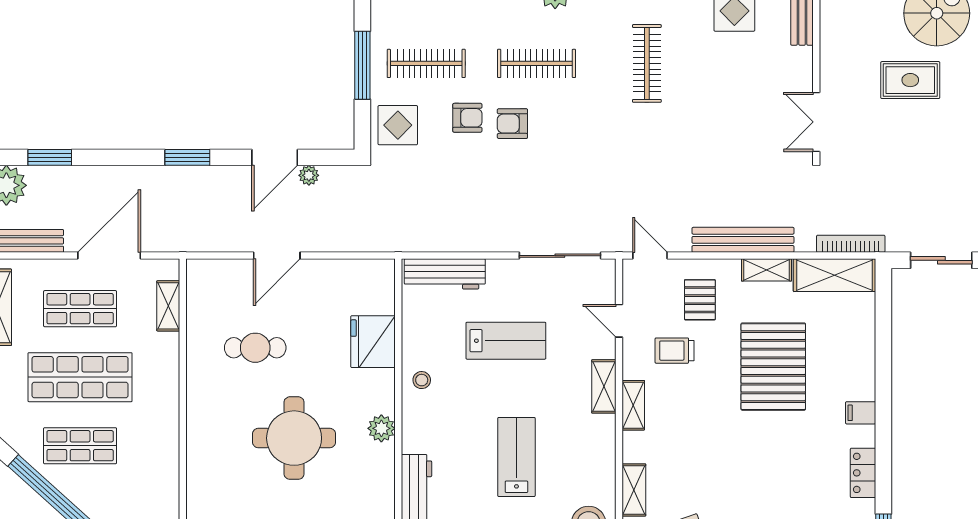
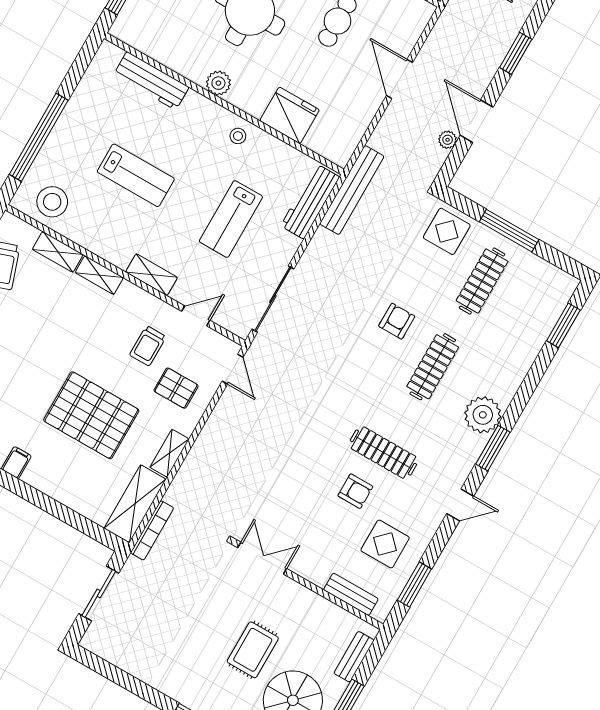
armchair: (467, 118) -> (355, 491), moved, turned -90
bench: (743, 240) -> (352, 190), moved
door: (650, 256) -> (233, 369), hinge flipped
trolley: (675, 351) -> (148, 346), turned 180
shelving: (633, 405) -> (99, 275), moved

